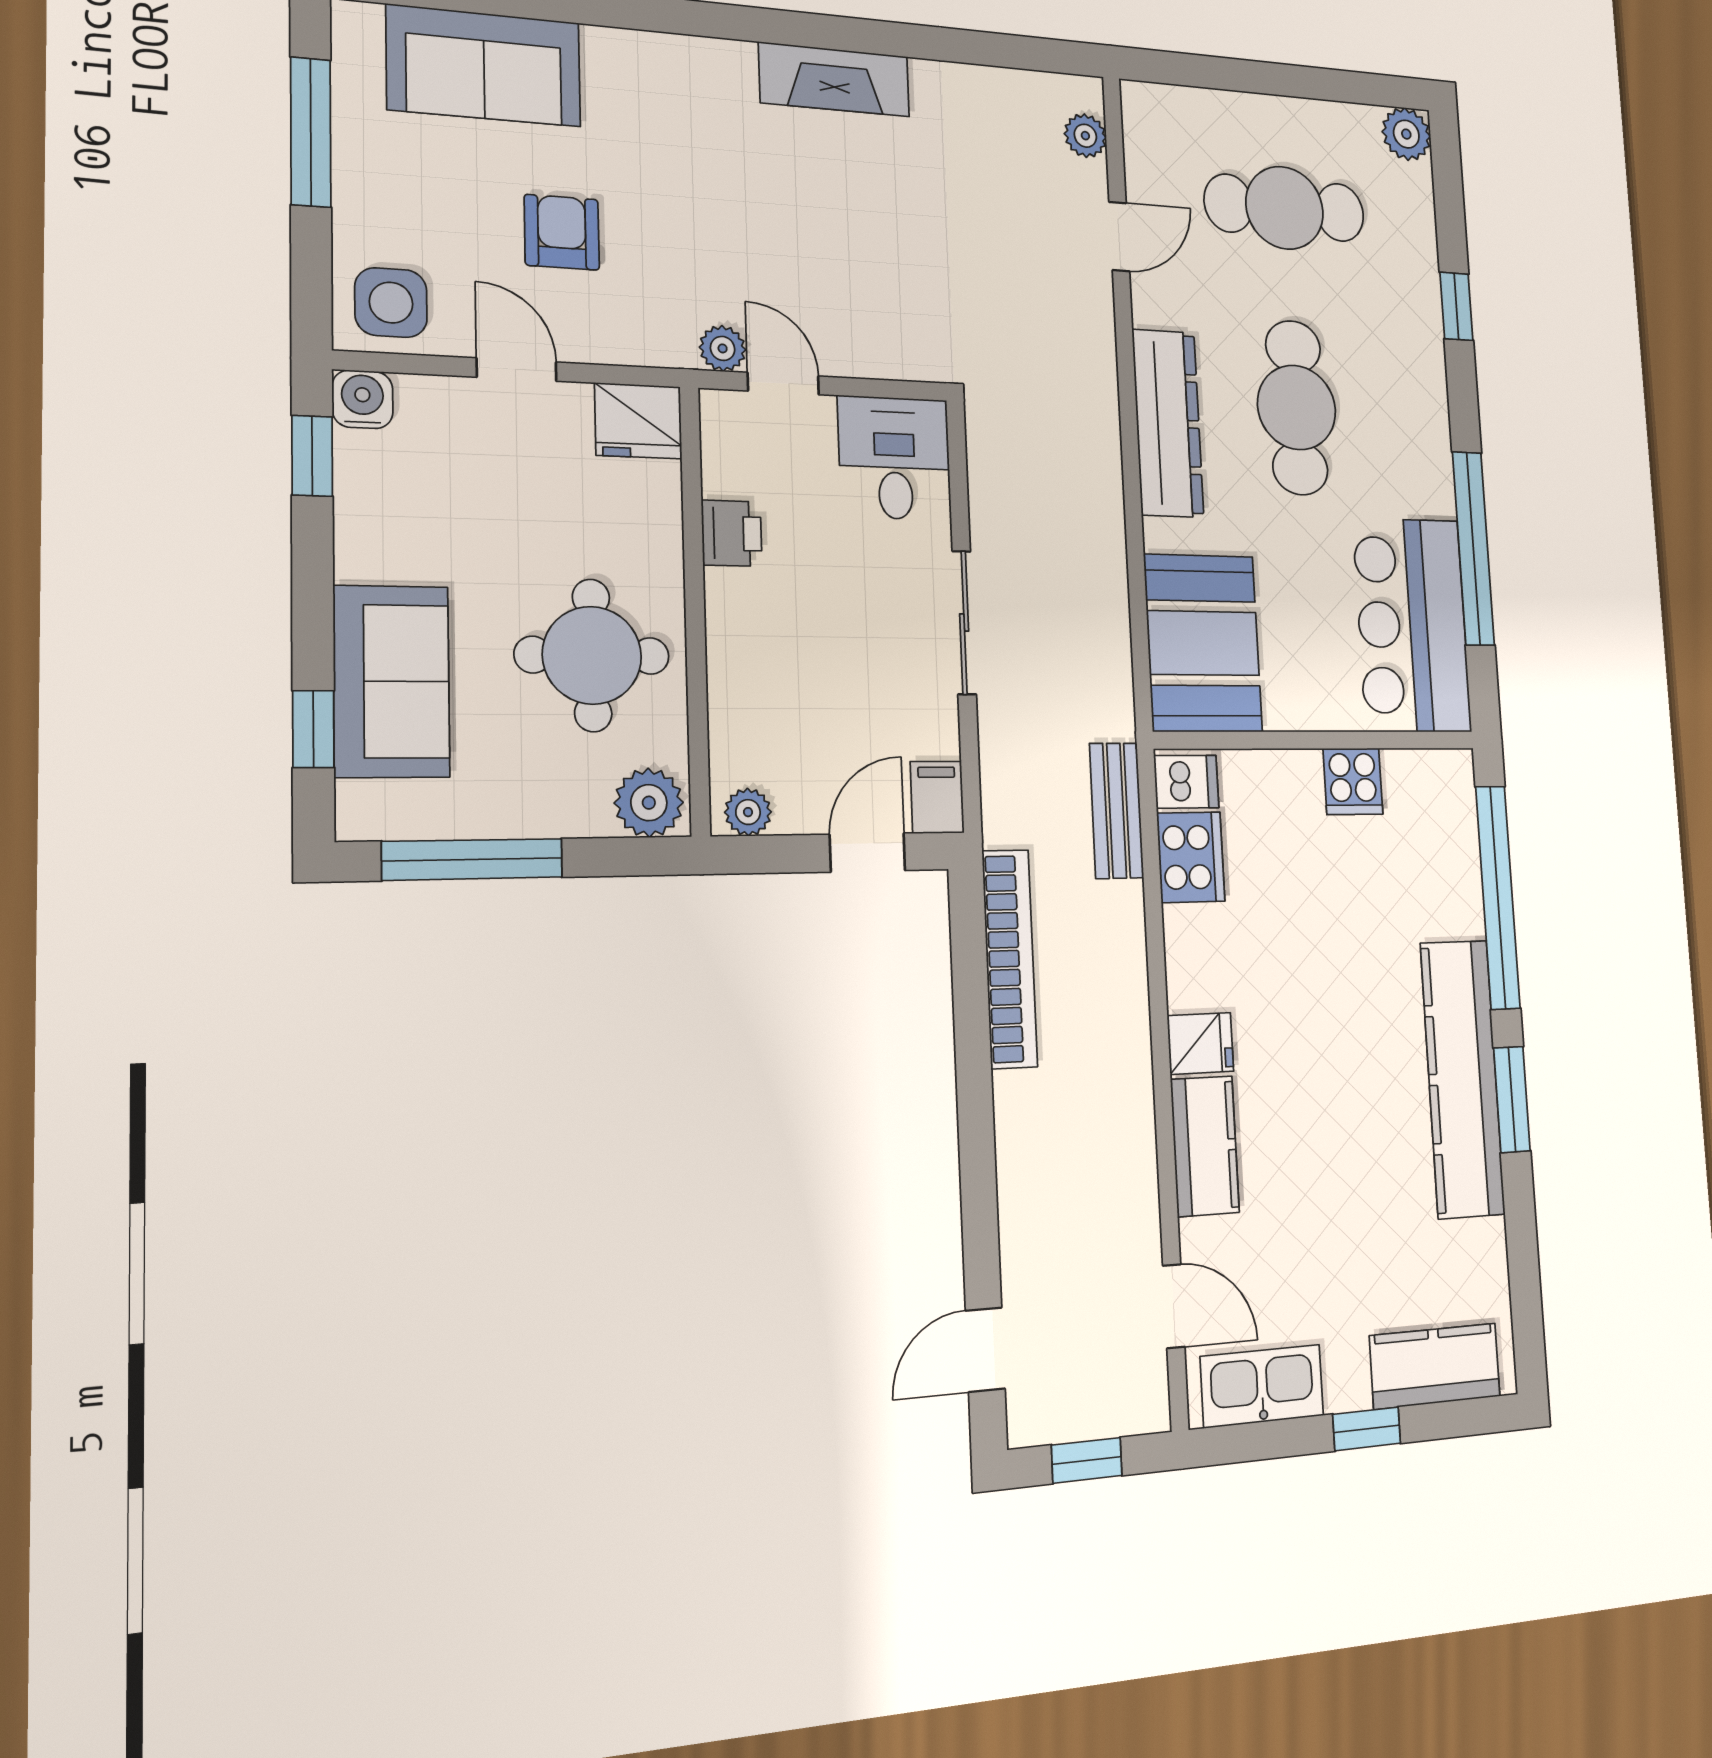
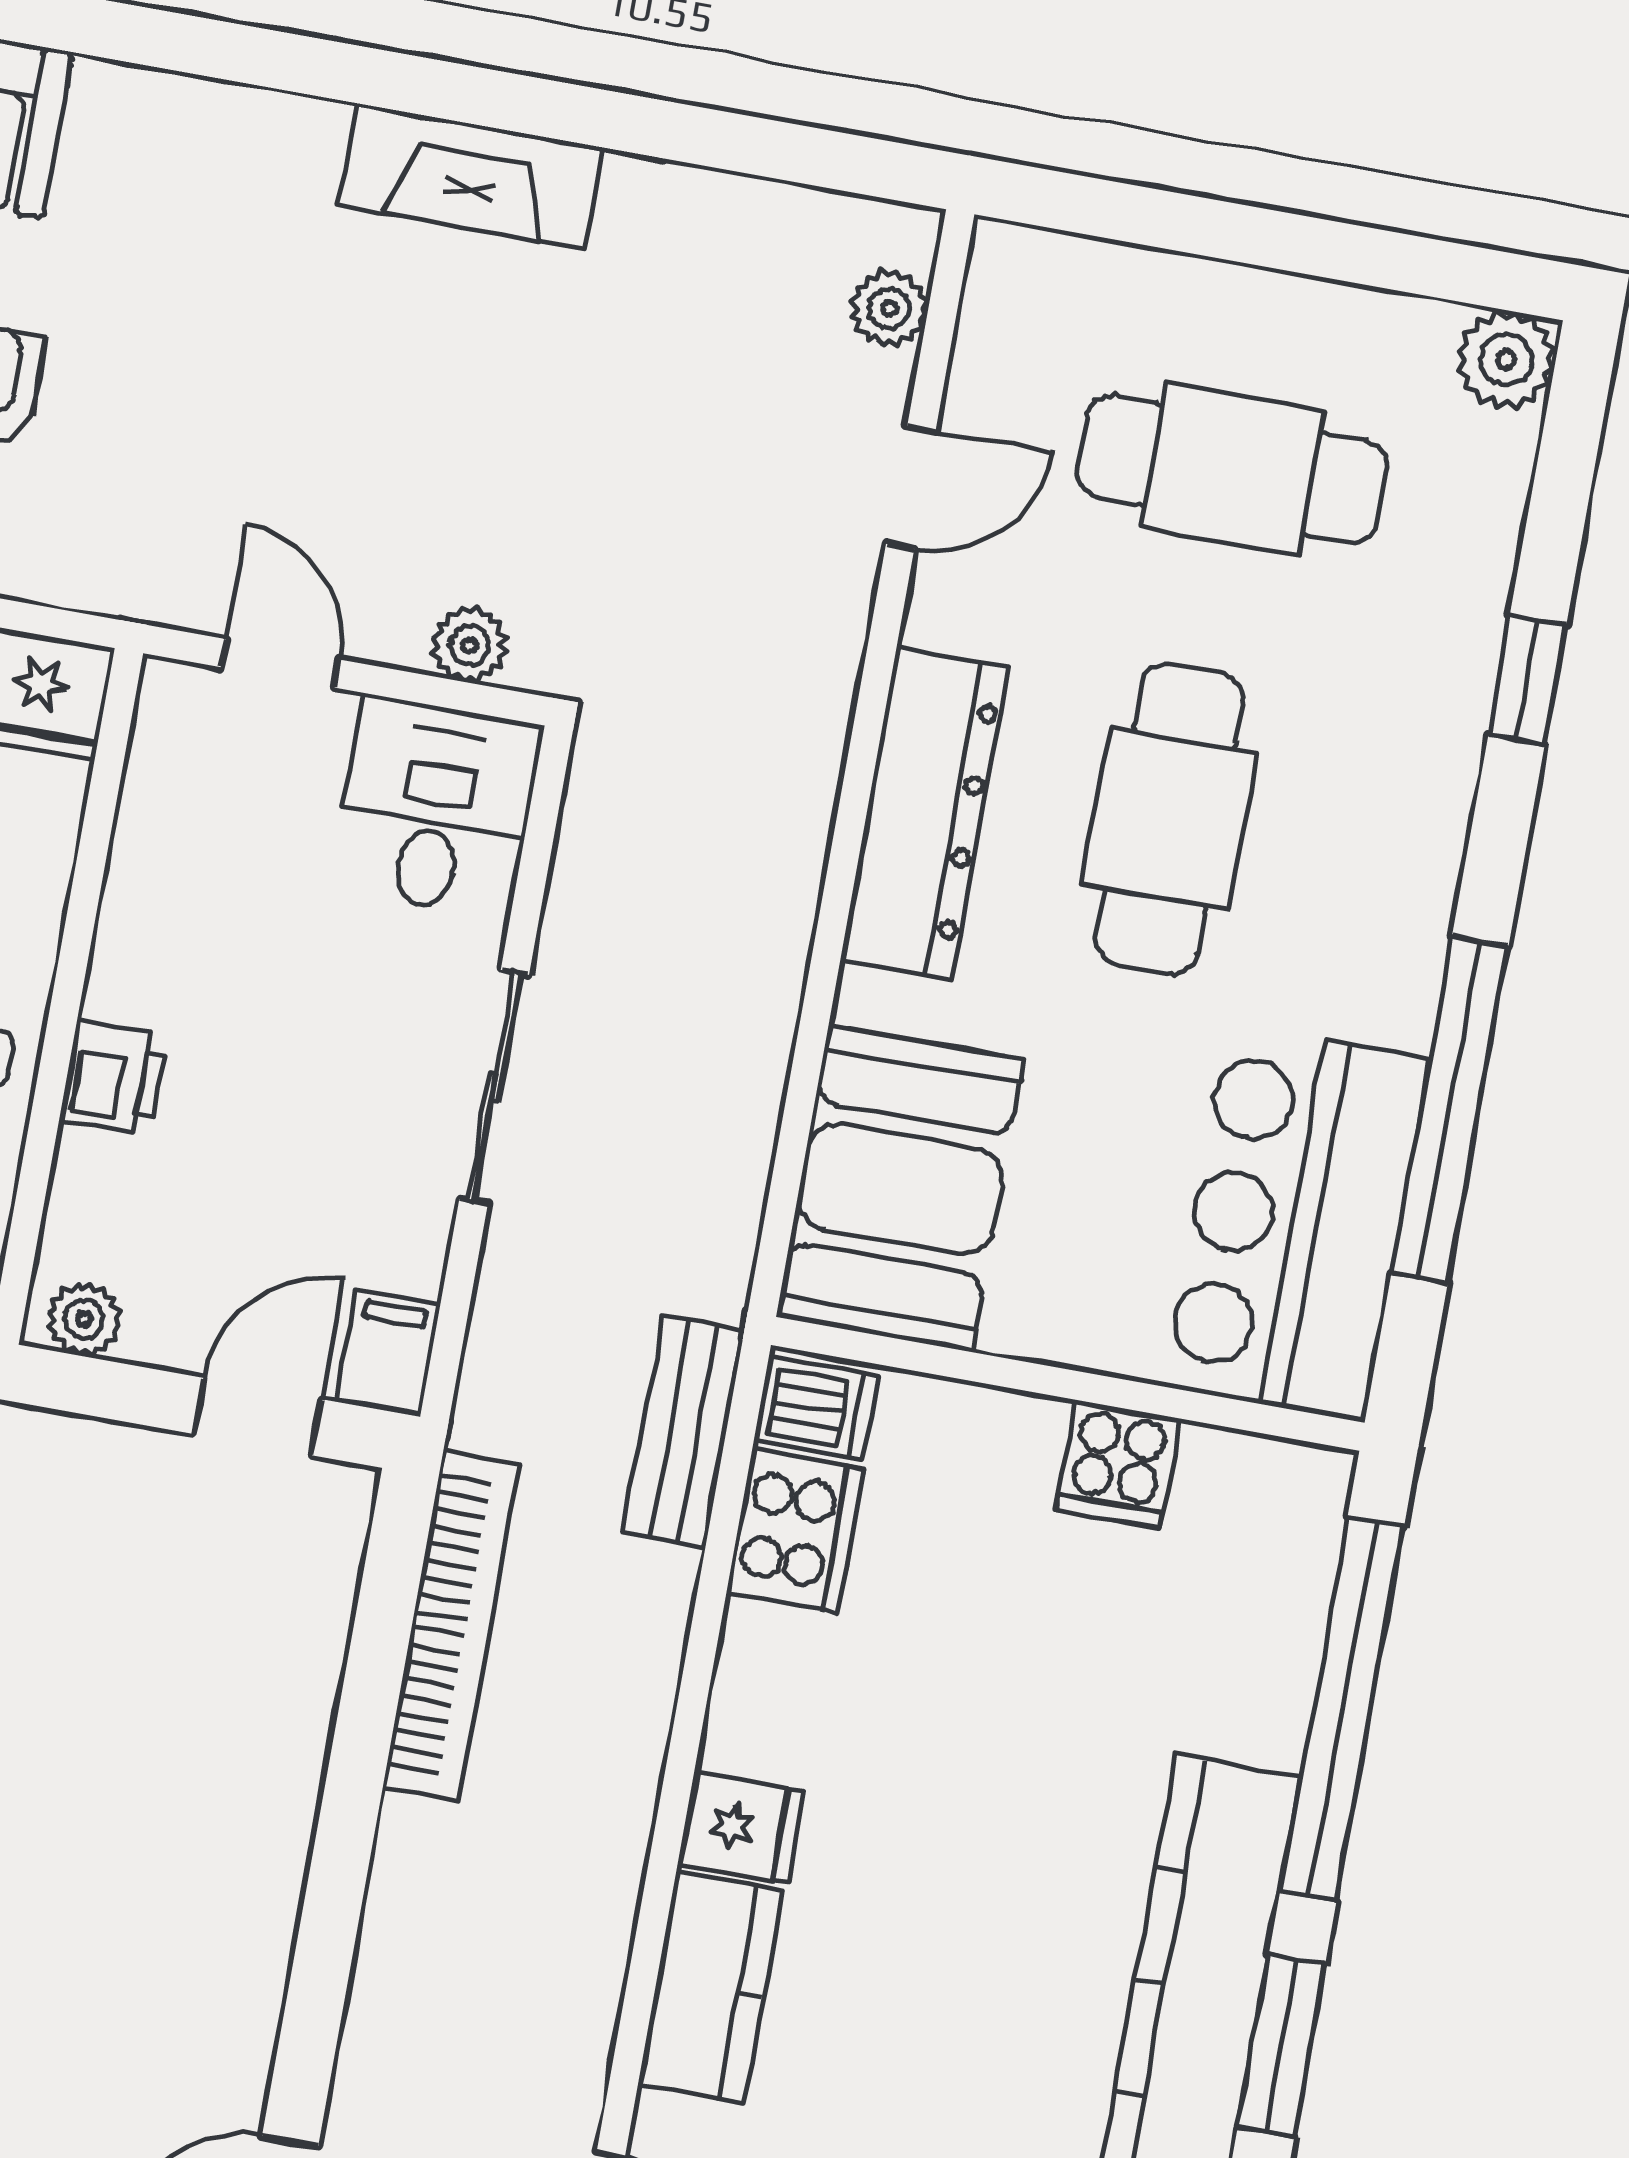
plant: (723, 348) -> (470, 645), moved
printer: (732, 533) -> (114, 1078), moved

